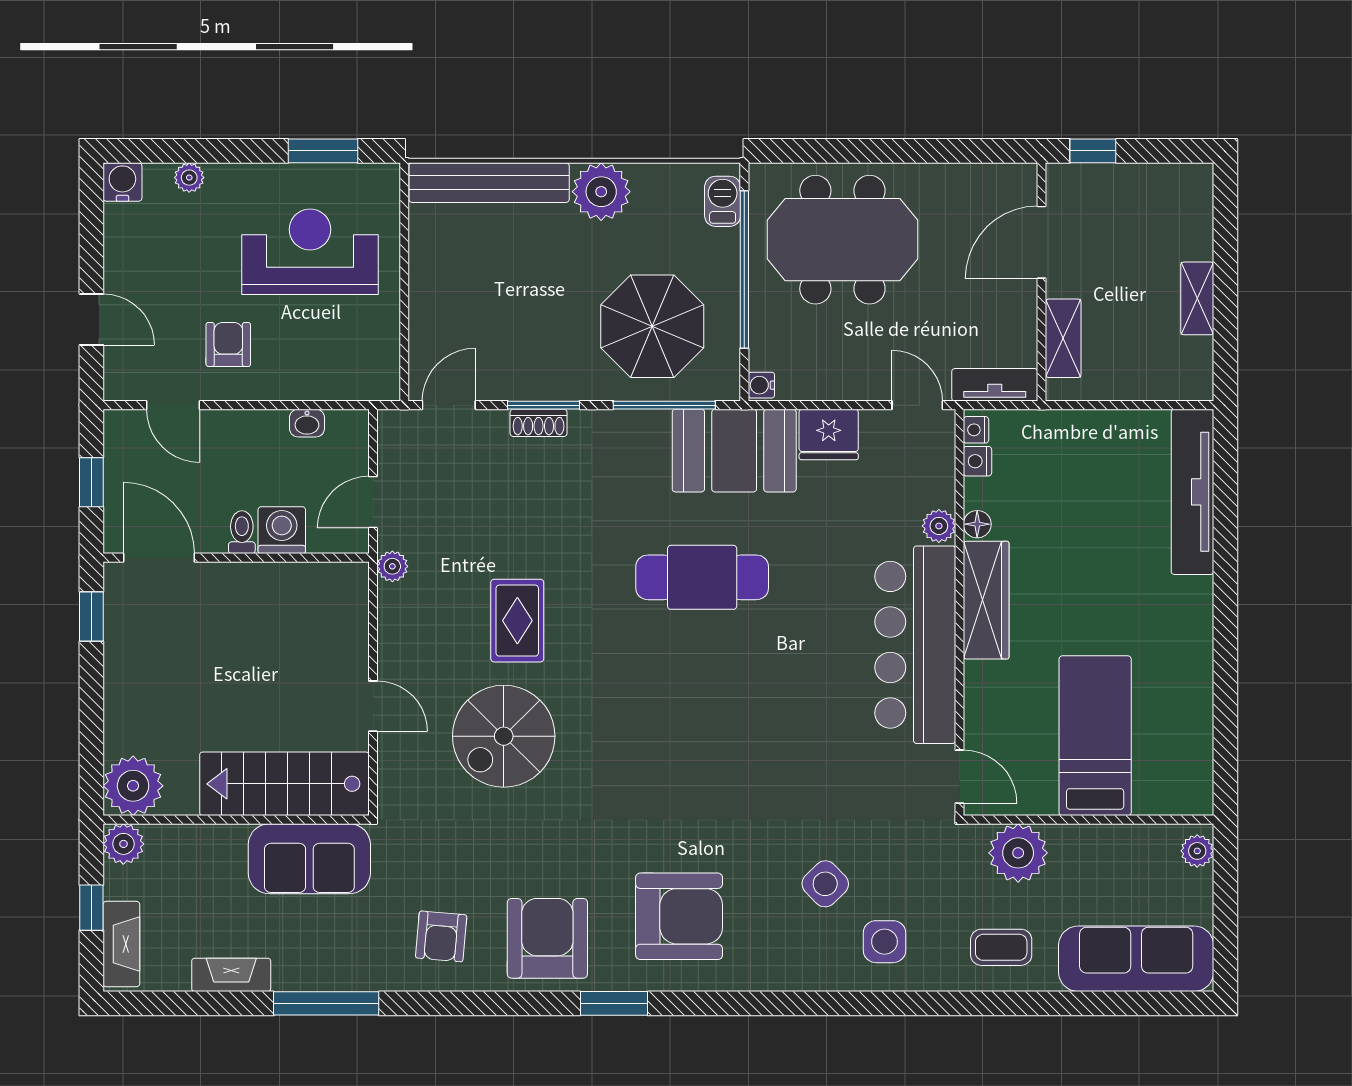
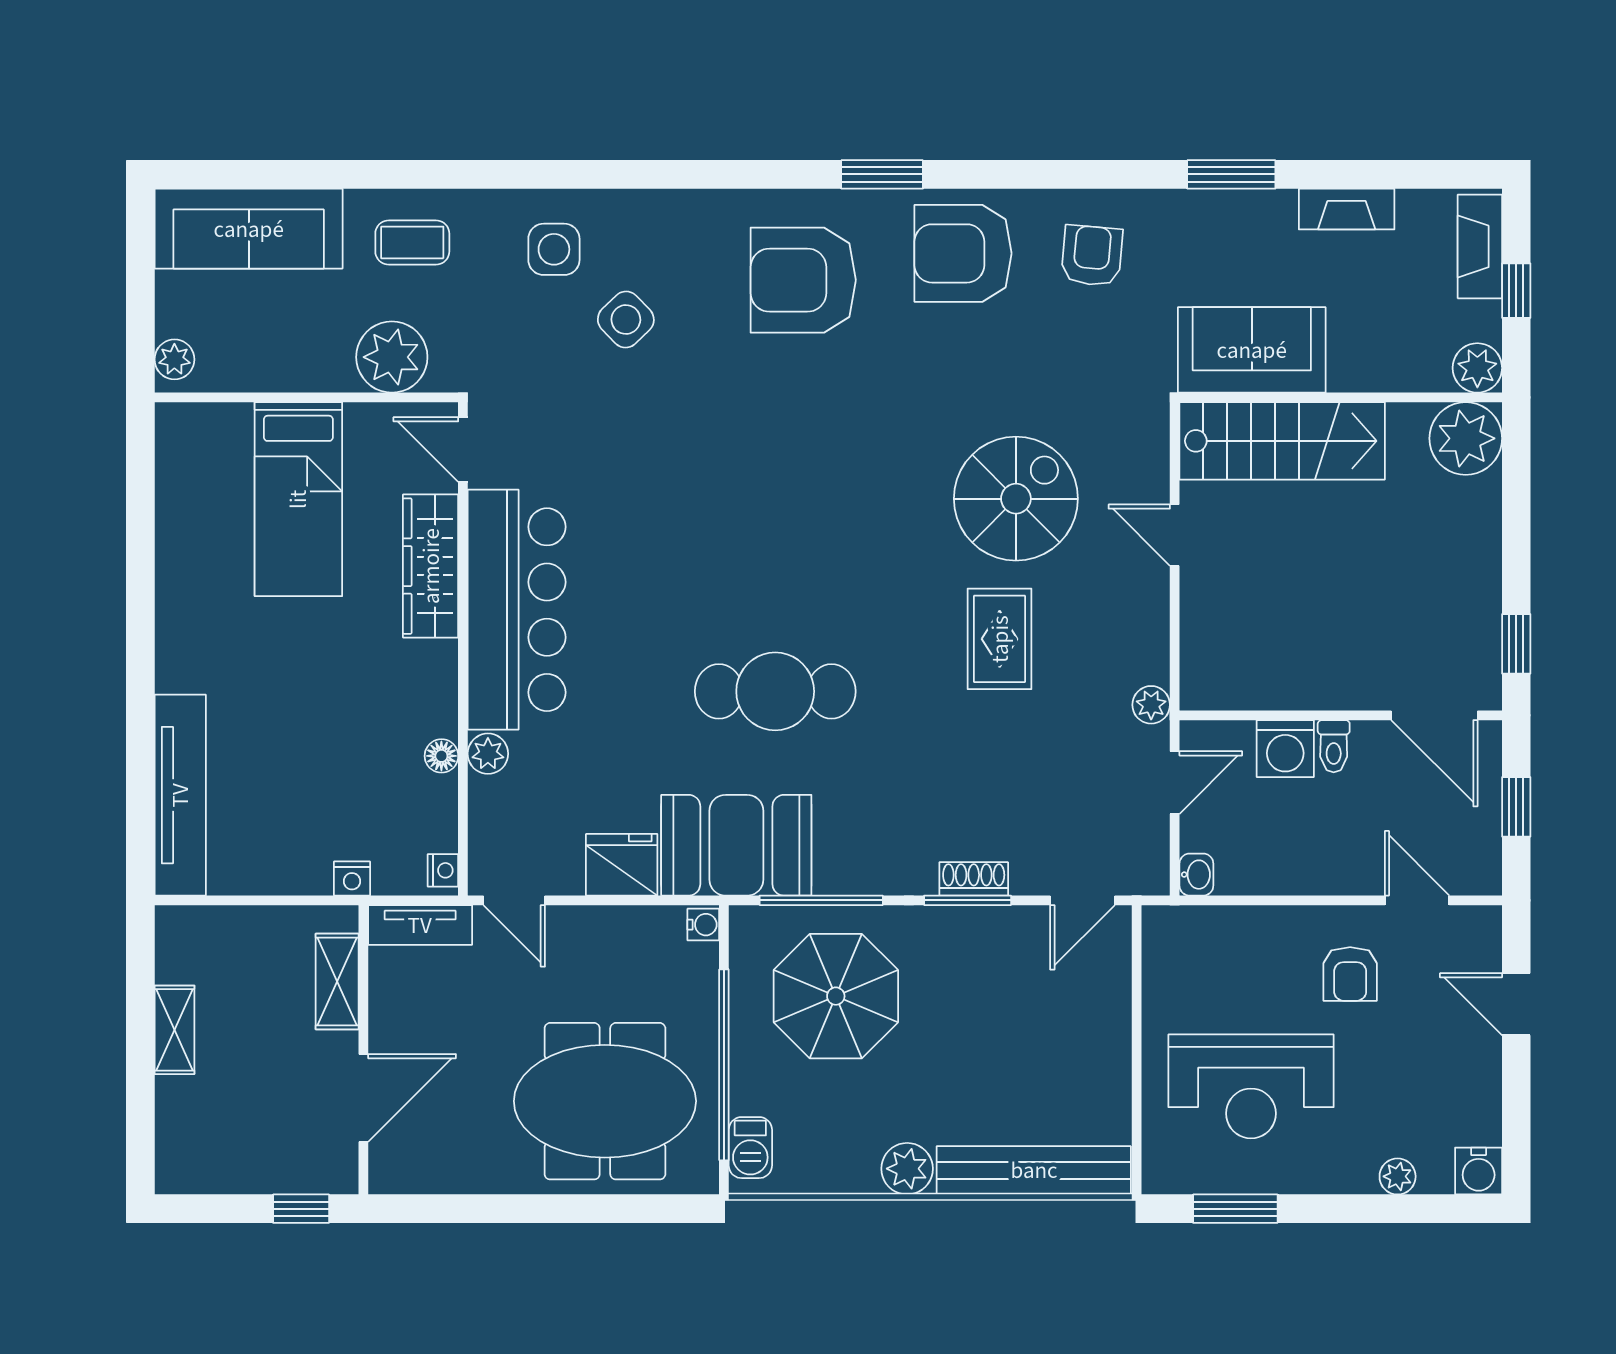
plant: (601, 192) -> (907, 1169), width x0.73, depth x0.73
washbasin: (307, 423) -> (1196, 875), moved, turned 90
nightstand: (977, 461) -> (352, 879), moved, turned 90
wardrobe: (986, 600) -> (431, 566), moved
armchair: (547, 938) -> (963, 253), turned 90
window: (326, 1003) -> (1231, 174), width x0.69

